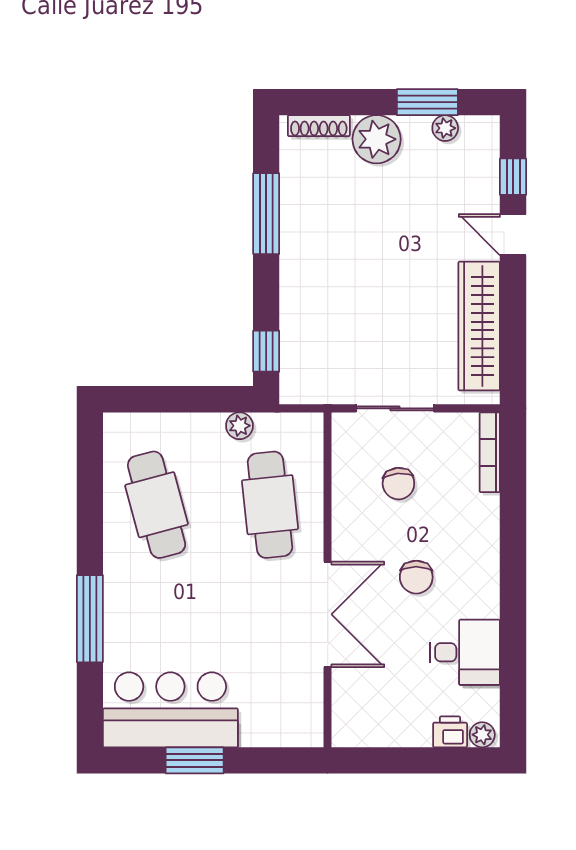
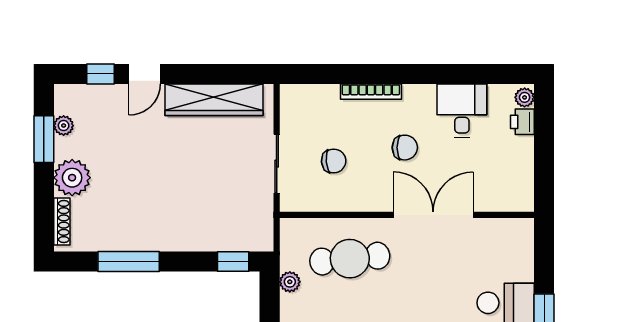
bookcase: (490, 452) -> (371, 92), moved

